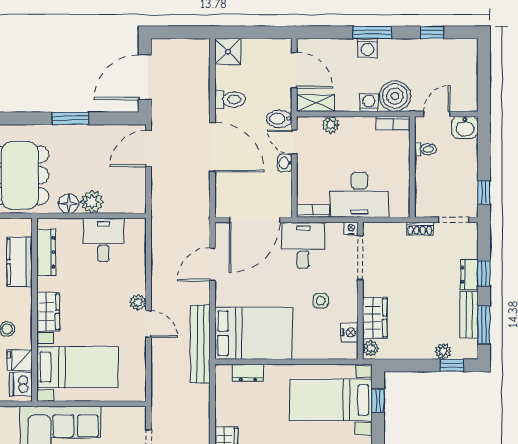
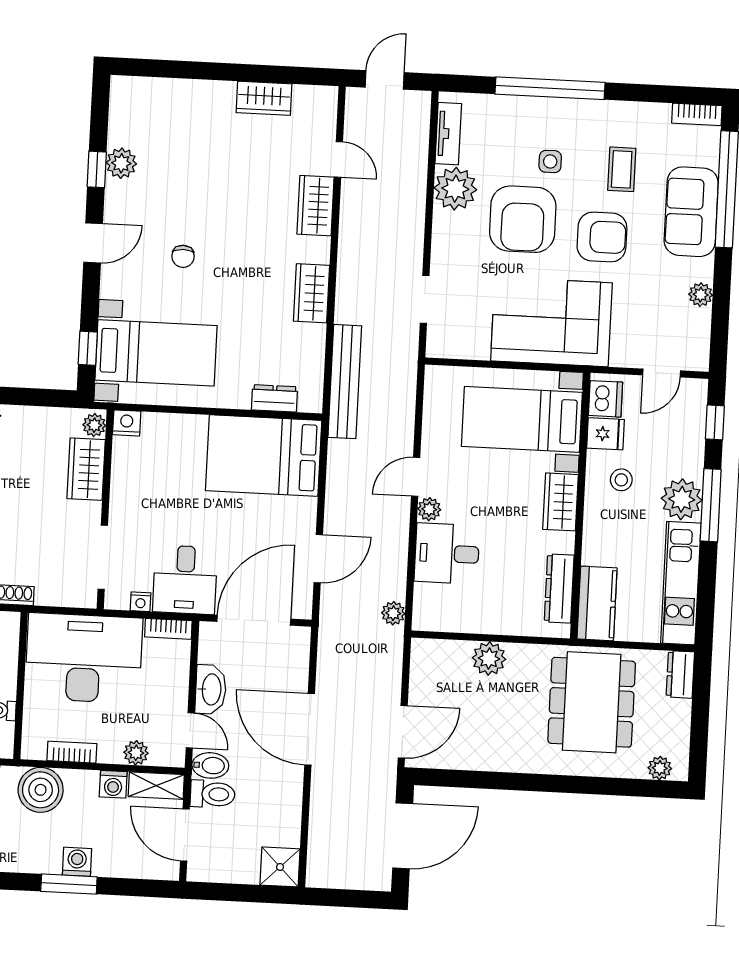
toilet: (230, 99) -> (213, 794), moved, turned 180
washing machine: (369, 102) -> (113, 784), moved
window: (70, 118) -> (514, 781), removed
bookcase: (393, 123) -> (72, 752), moved
washbasin: (285, 163) -> (211, 689), width x1.91, depth x1.45
desk: (359, 195) -> (84, 658), width x1.36, depth x1.30
floor lamp: (69, 204) -> (523, 658), removed
nightstand: (351, 229) -> (141, 602), moved
plant: (159, 230) -> (393, 613), added
desk: (103, 240) -> (447, 554), moved, turned 90
kitchen counter: (20, 262) -> (597, 603), moved
side table: (321, 301) -> (164, 498), removed
door: (148, 324) -> (416, 477), hinge flipped
nightstand: (349, 333) -> (127, 423), moved, turned 90
bench: (200, 344) -> (345, 382), moved

